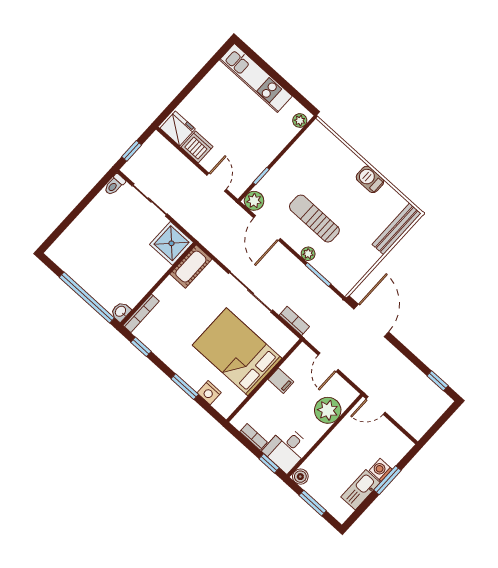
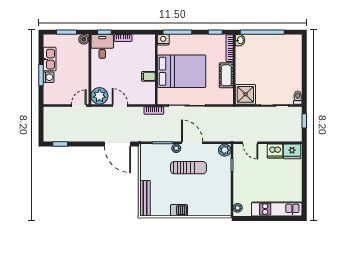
door: (267, 228) -> (192, 143), moved
cot: (191, 267) -> (226, 75), moved
bed: (237, 352) -> (182, 71), moved
wall: (264, 380) -> (156, 69), moved
filing cabinet: (281, 381) -> (148, 76), moved
window: (185, 387) -> (177, 32), width x1.44
plant: (328, 410) -> (99, 96), moved

